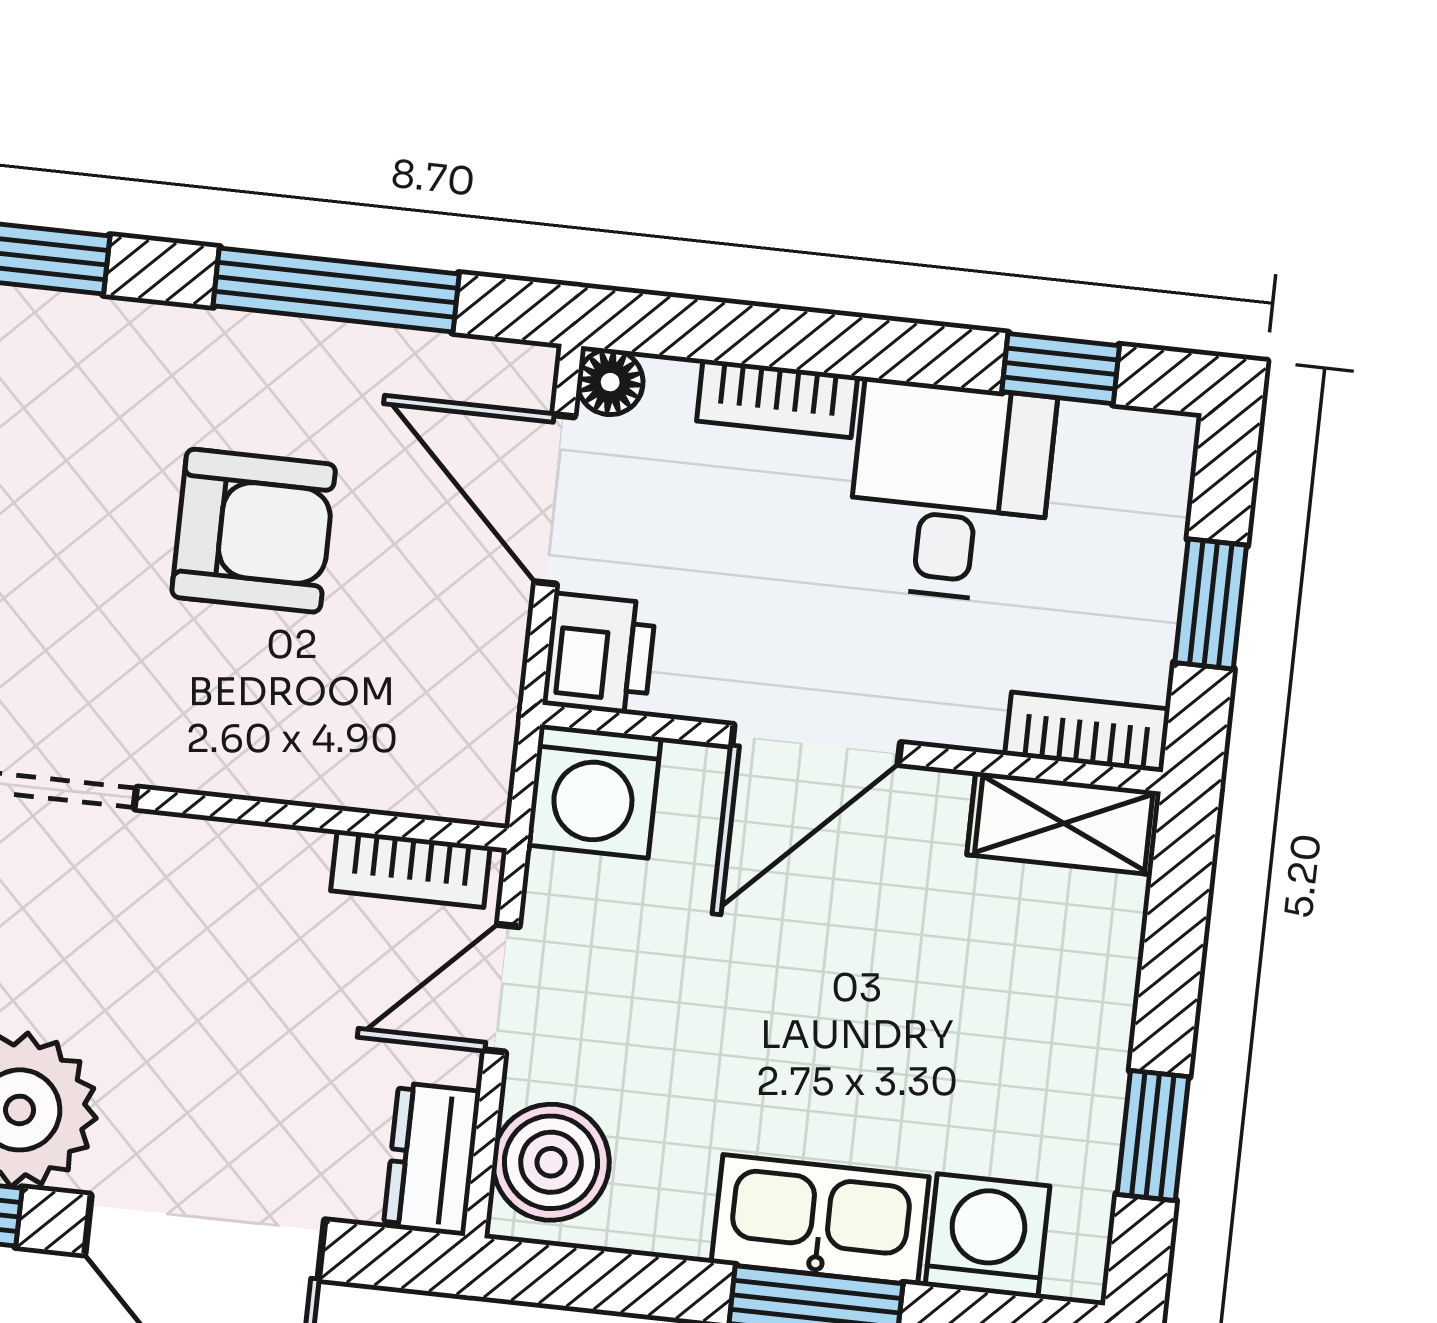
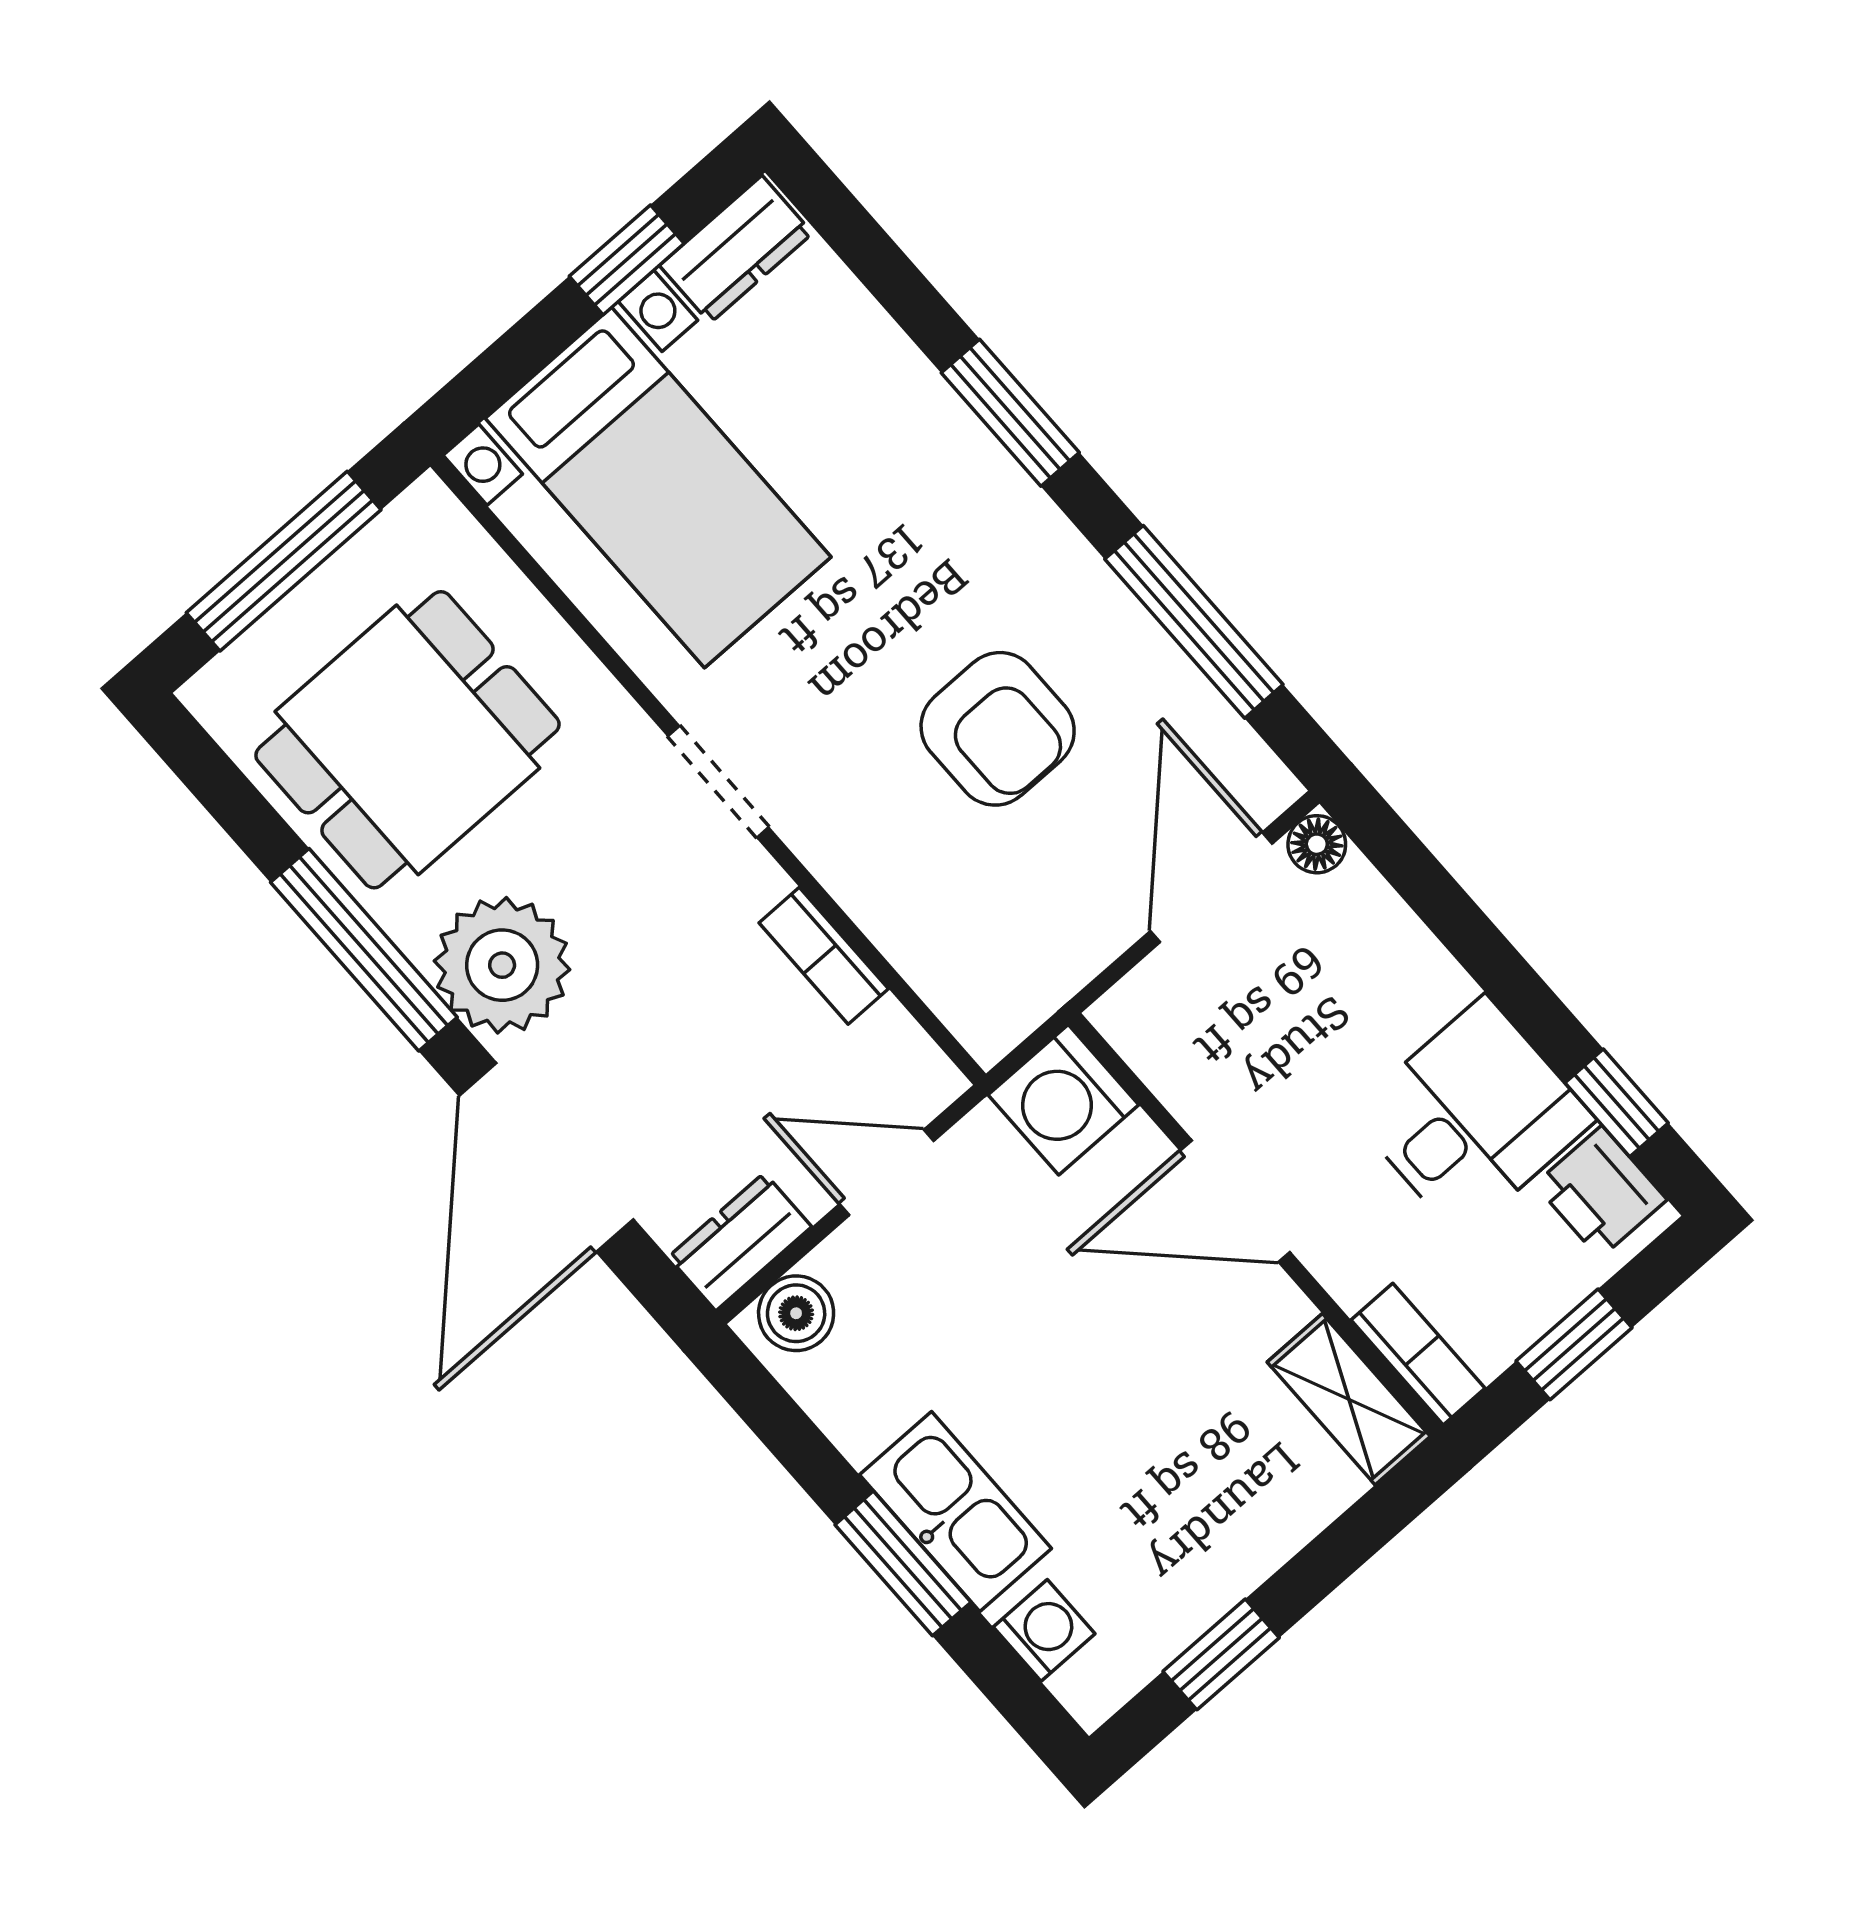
bookcase: (777, 399) -> (1415, 954), removed
printer: (599, 654) -> (1601, 1192), moved, turned 90
bookcase: (410, 869) -> (824, 956), moved
boiler: (551, 1162) -> (796, 1313), width x0.73, depth x0.73
washing machine: (987, 1236) -> (1044, 1630), width x0.73, depth x0.73

